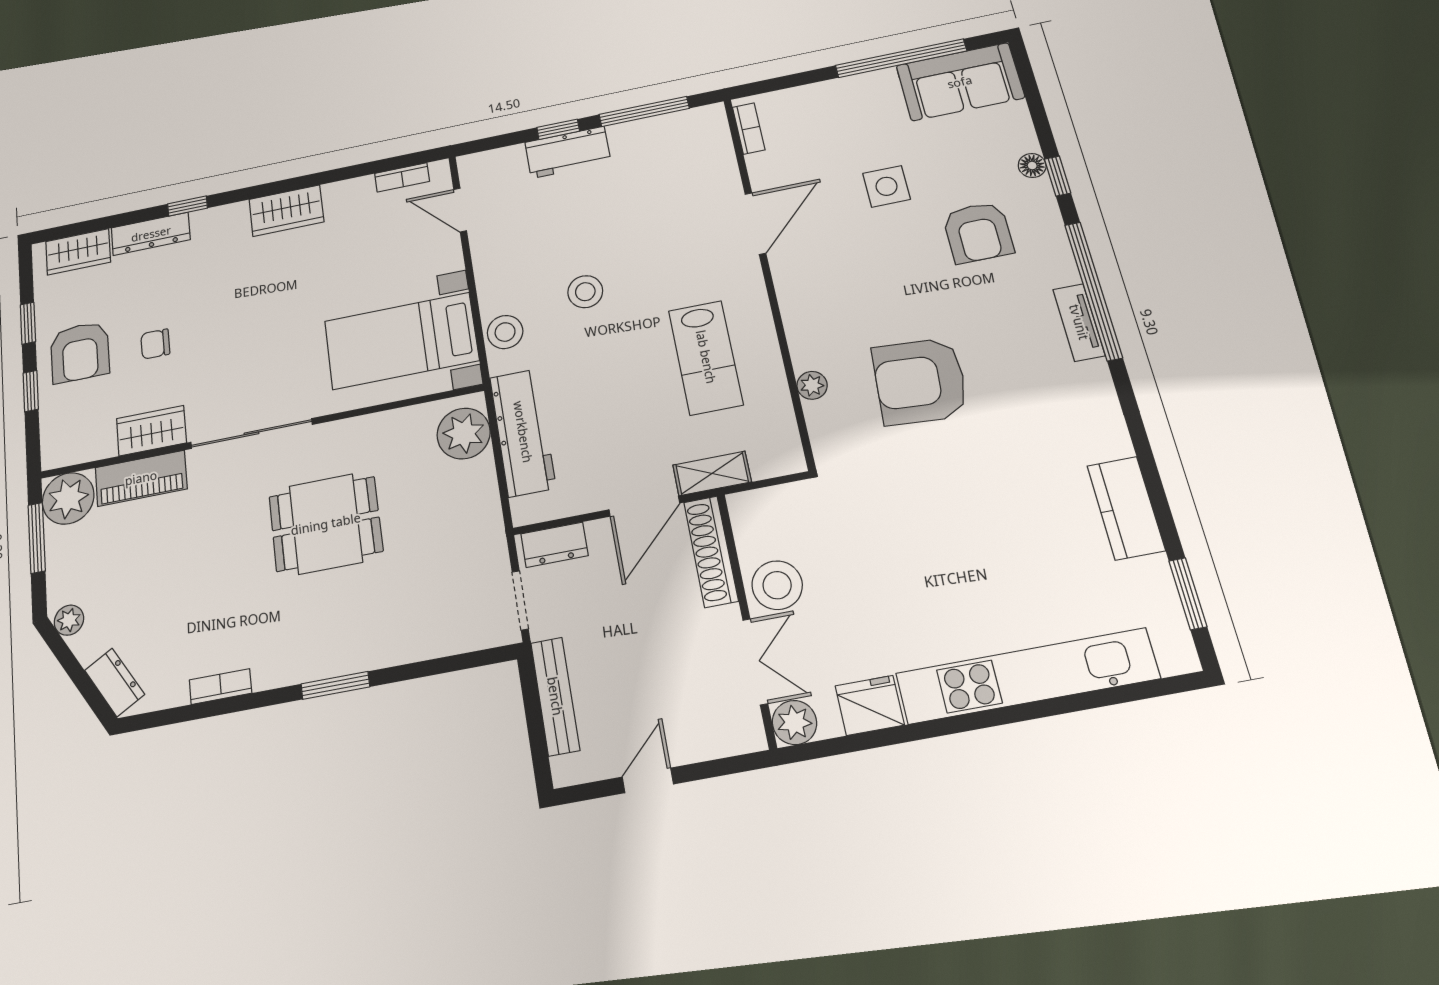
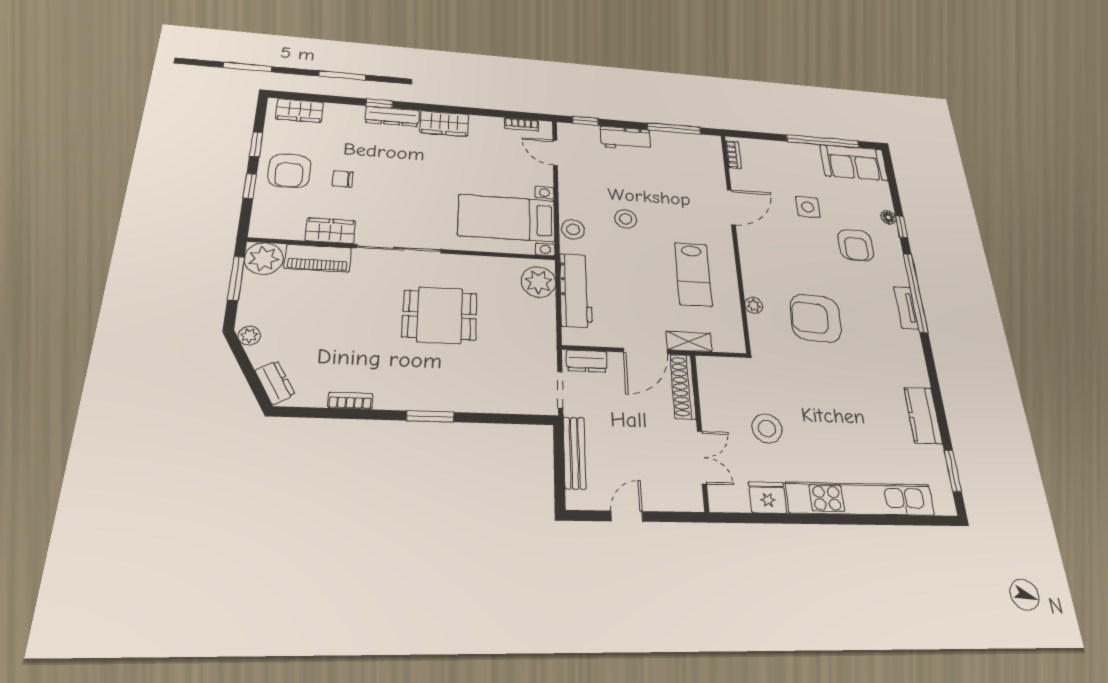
window: (558, 129) -> (585, 121), moved
dresser: (151, 234) -> (392, 116), moved
stool: (777, 585) -> (767, 429), moved
plant: (794, 722) -> (722, 499), removed

